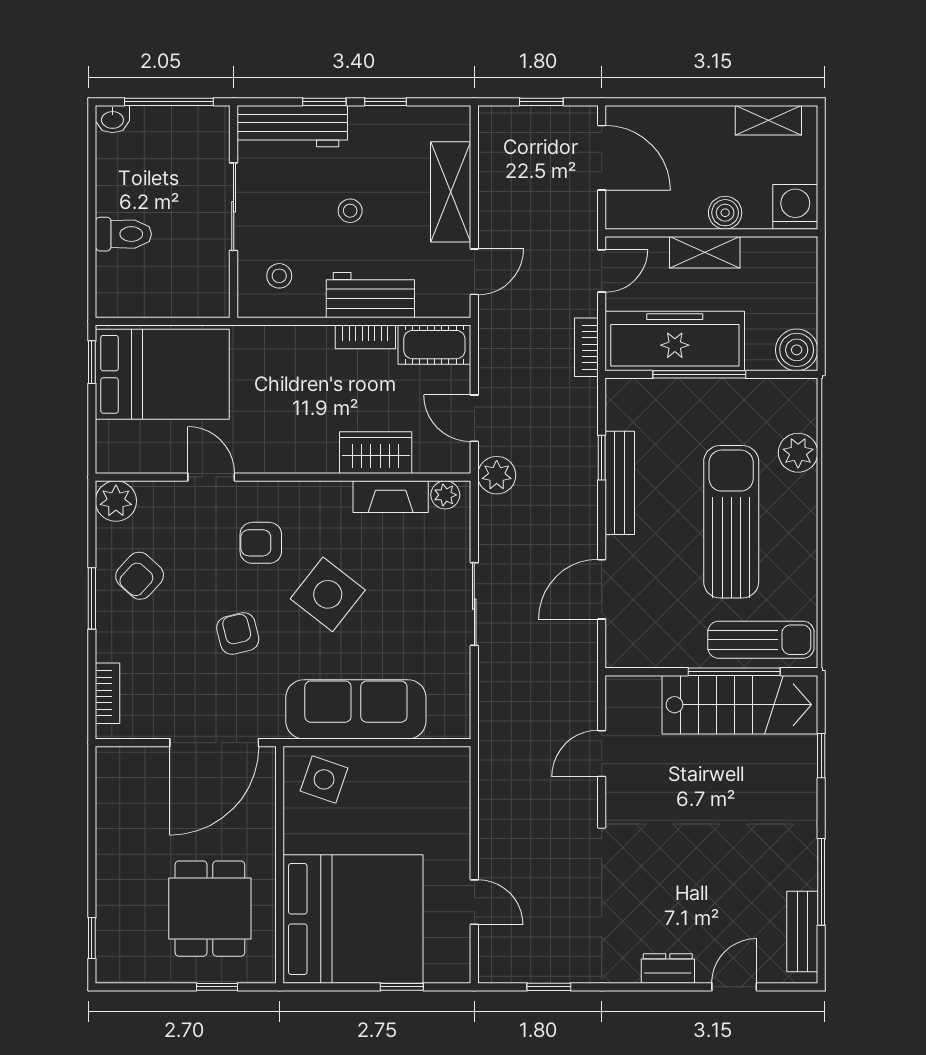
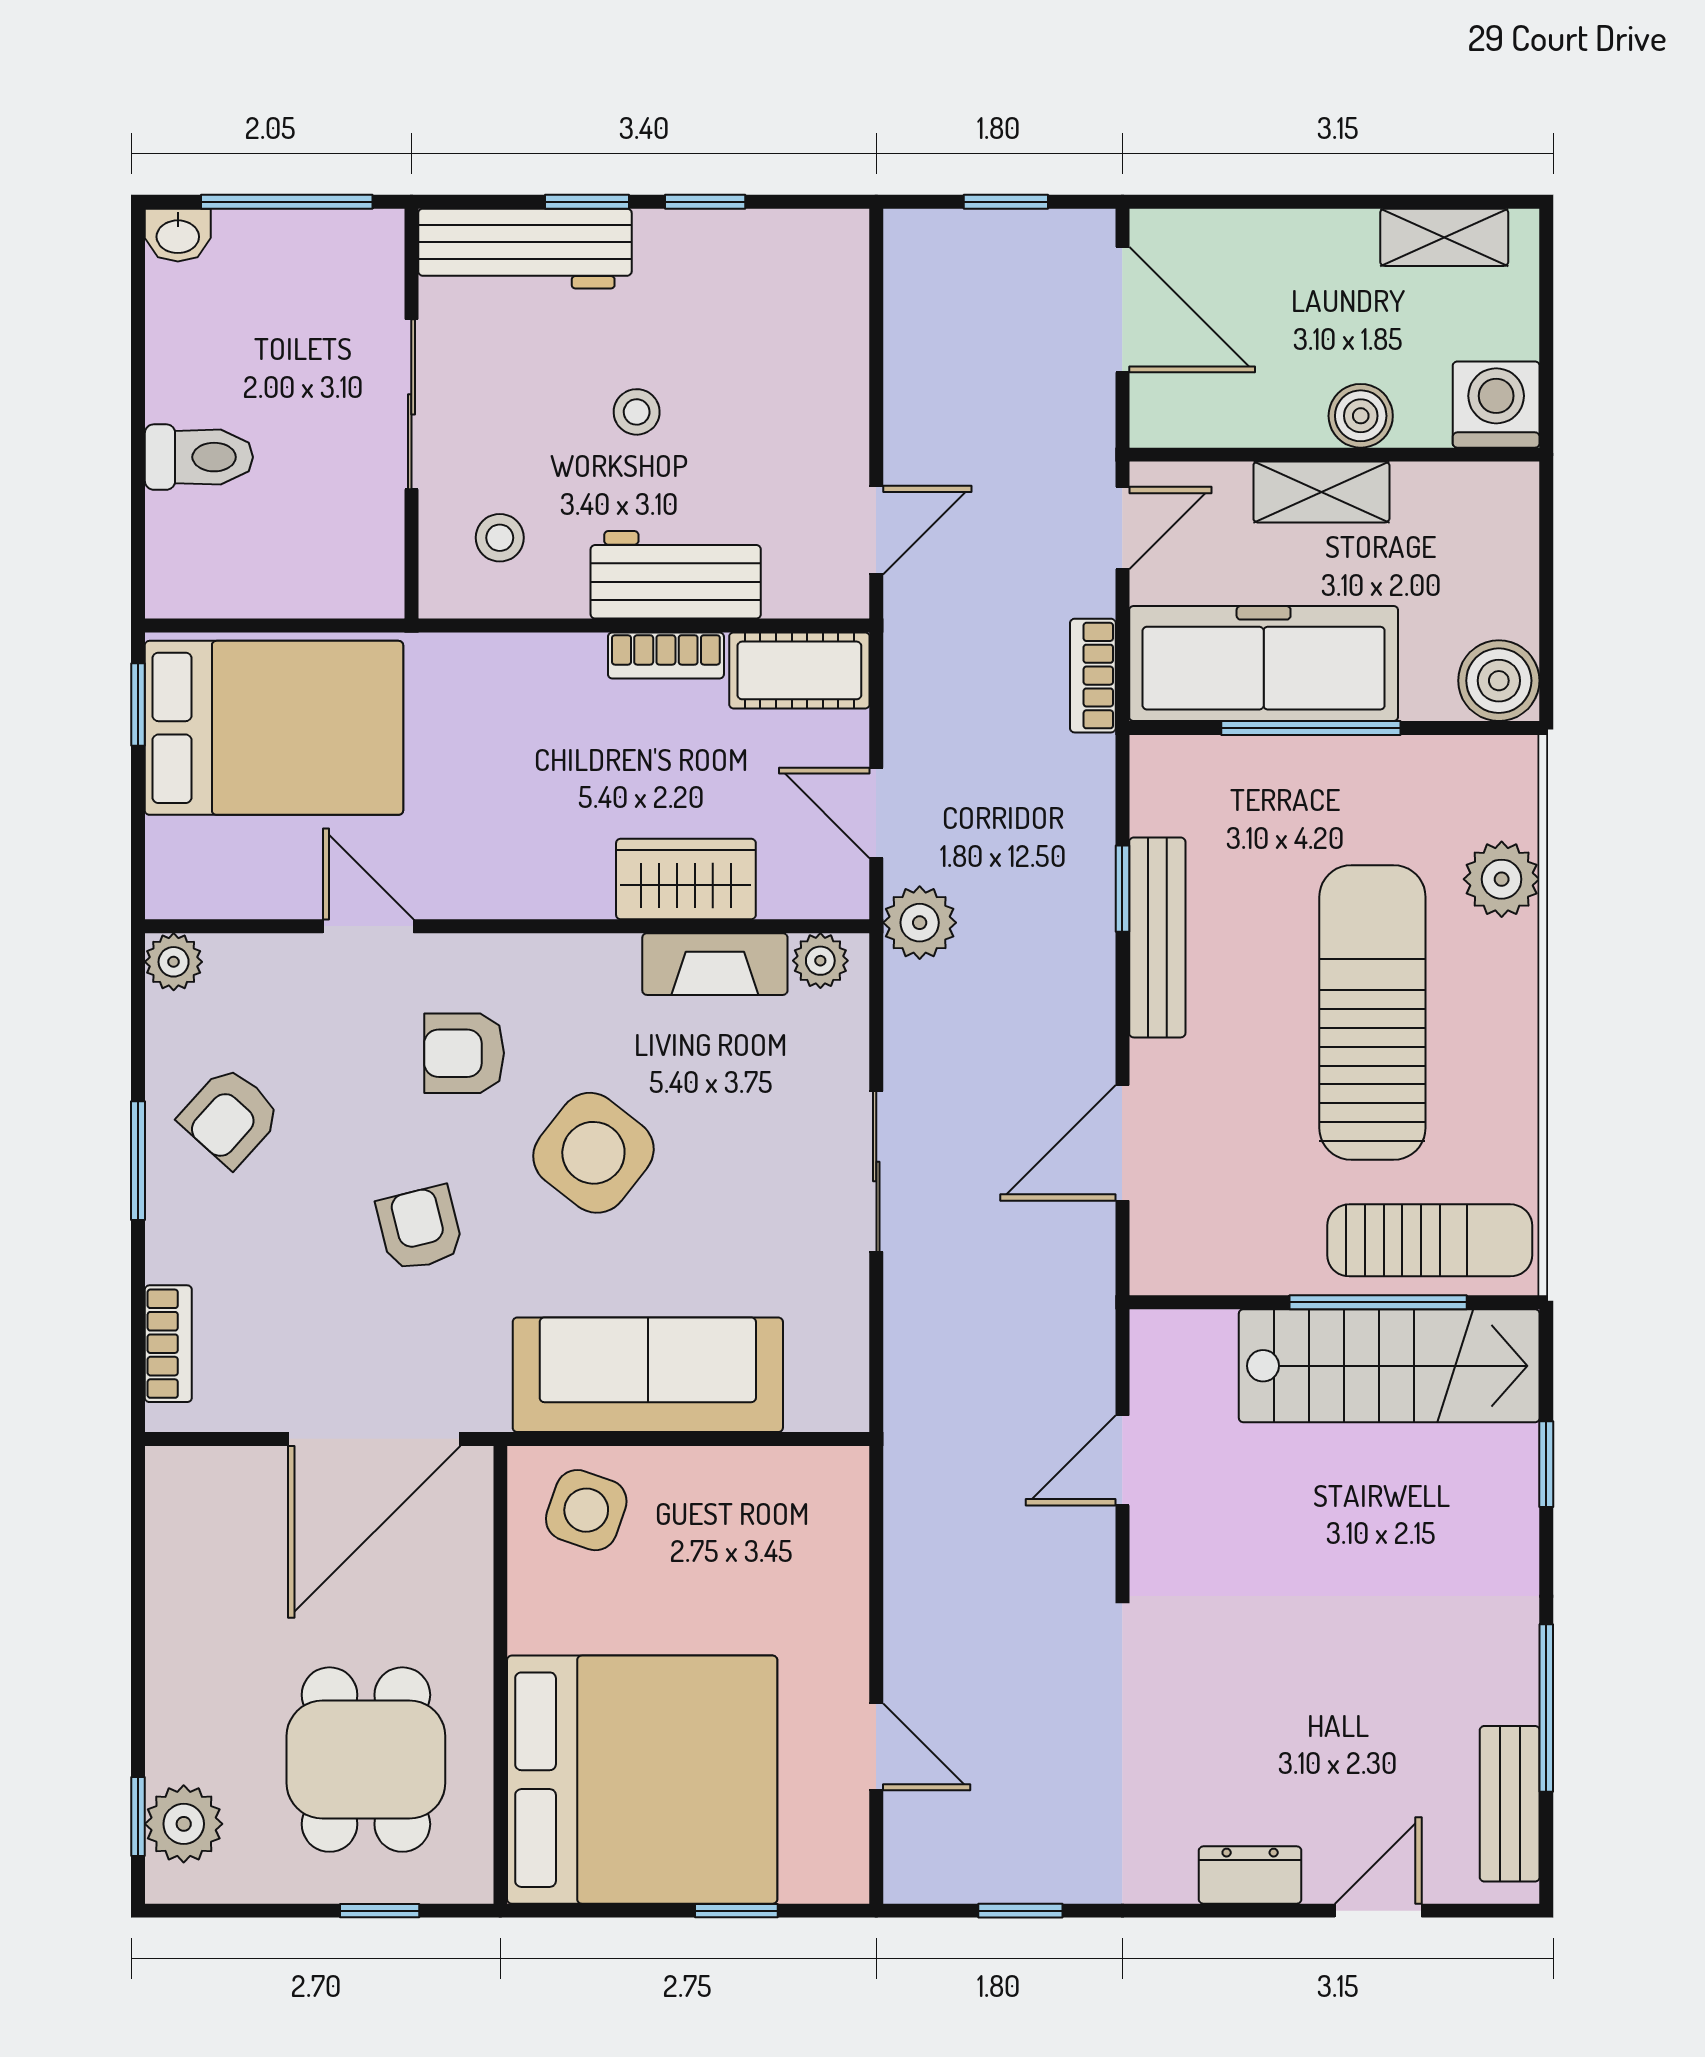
shelving: (451, 192) -> (831, 376), removed
plant: (116, 501) -> (174, 962), width x0.73, depth x0.73
plant: (116, 942) -> (184, 1824), added

